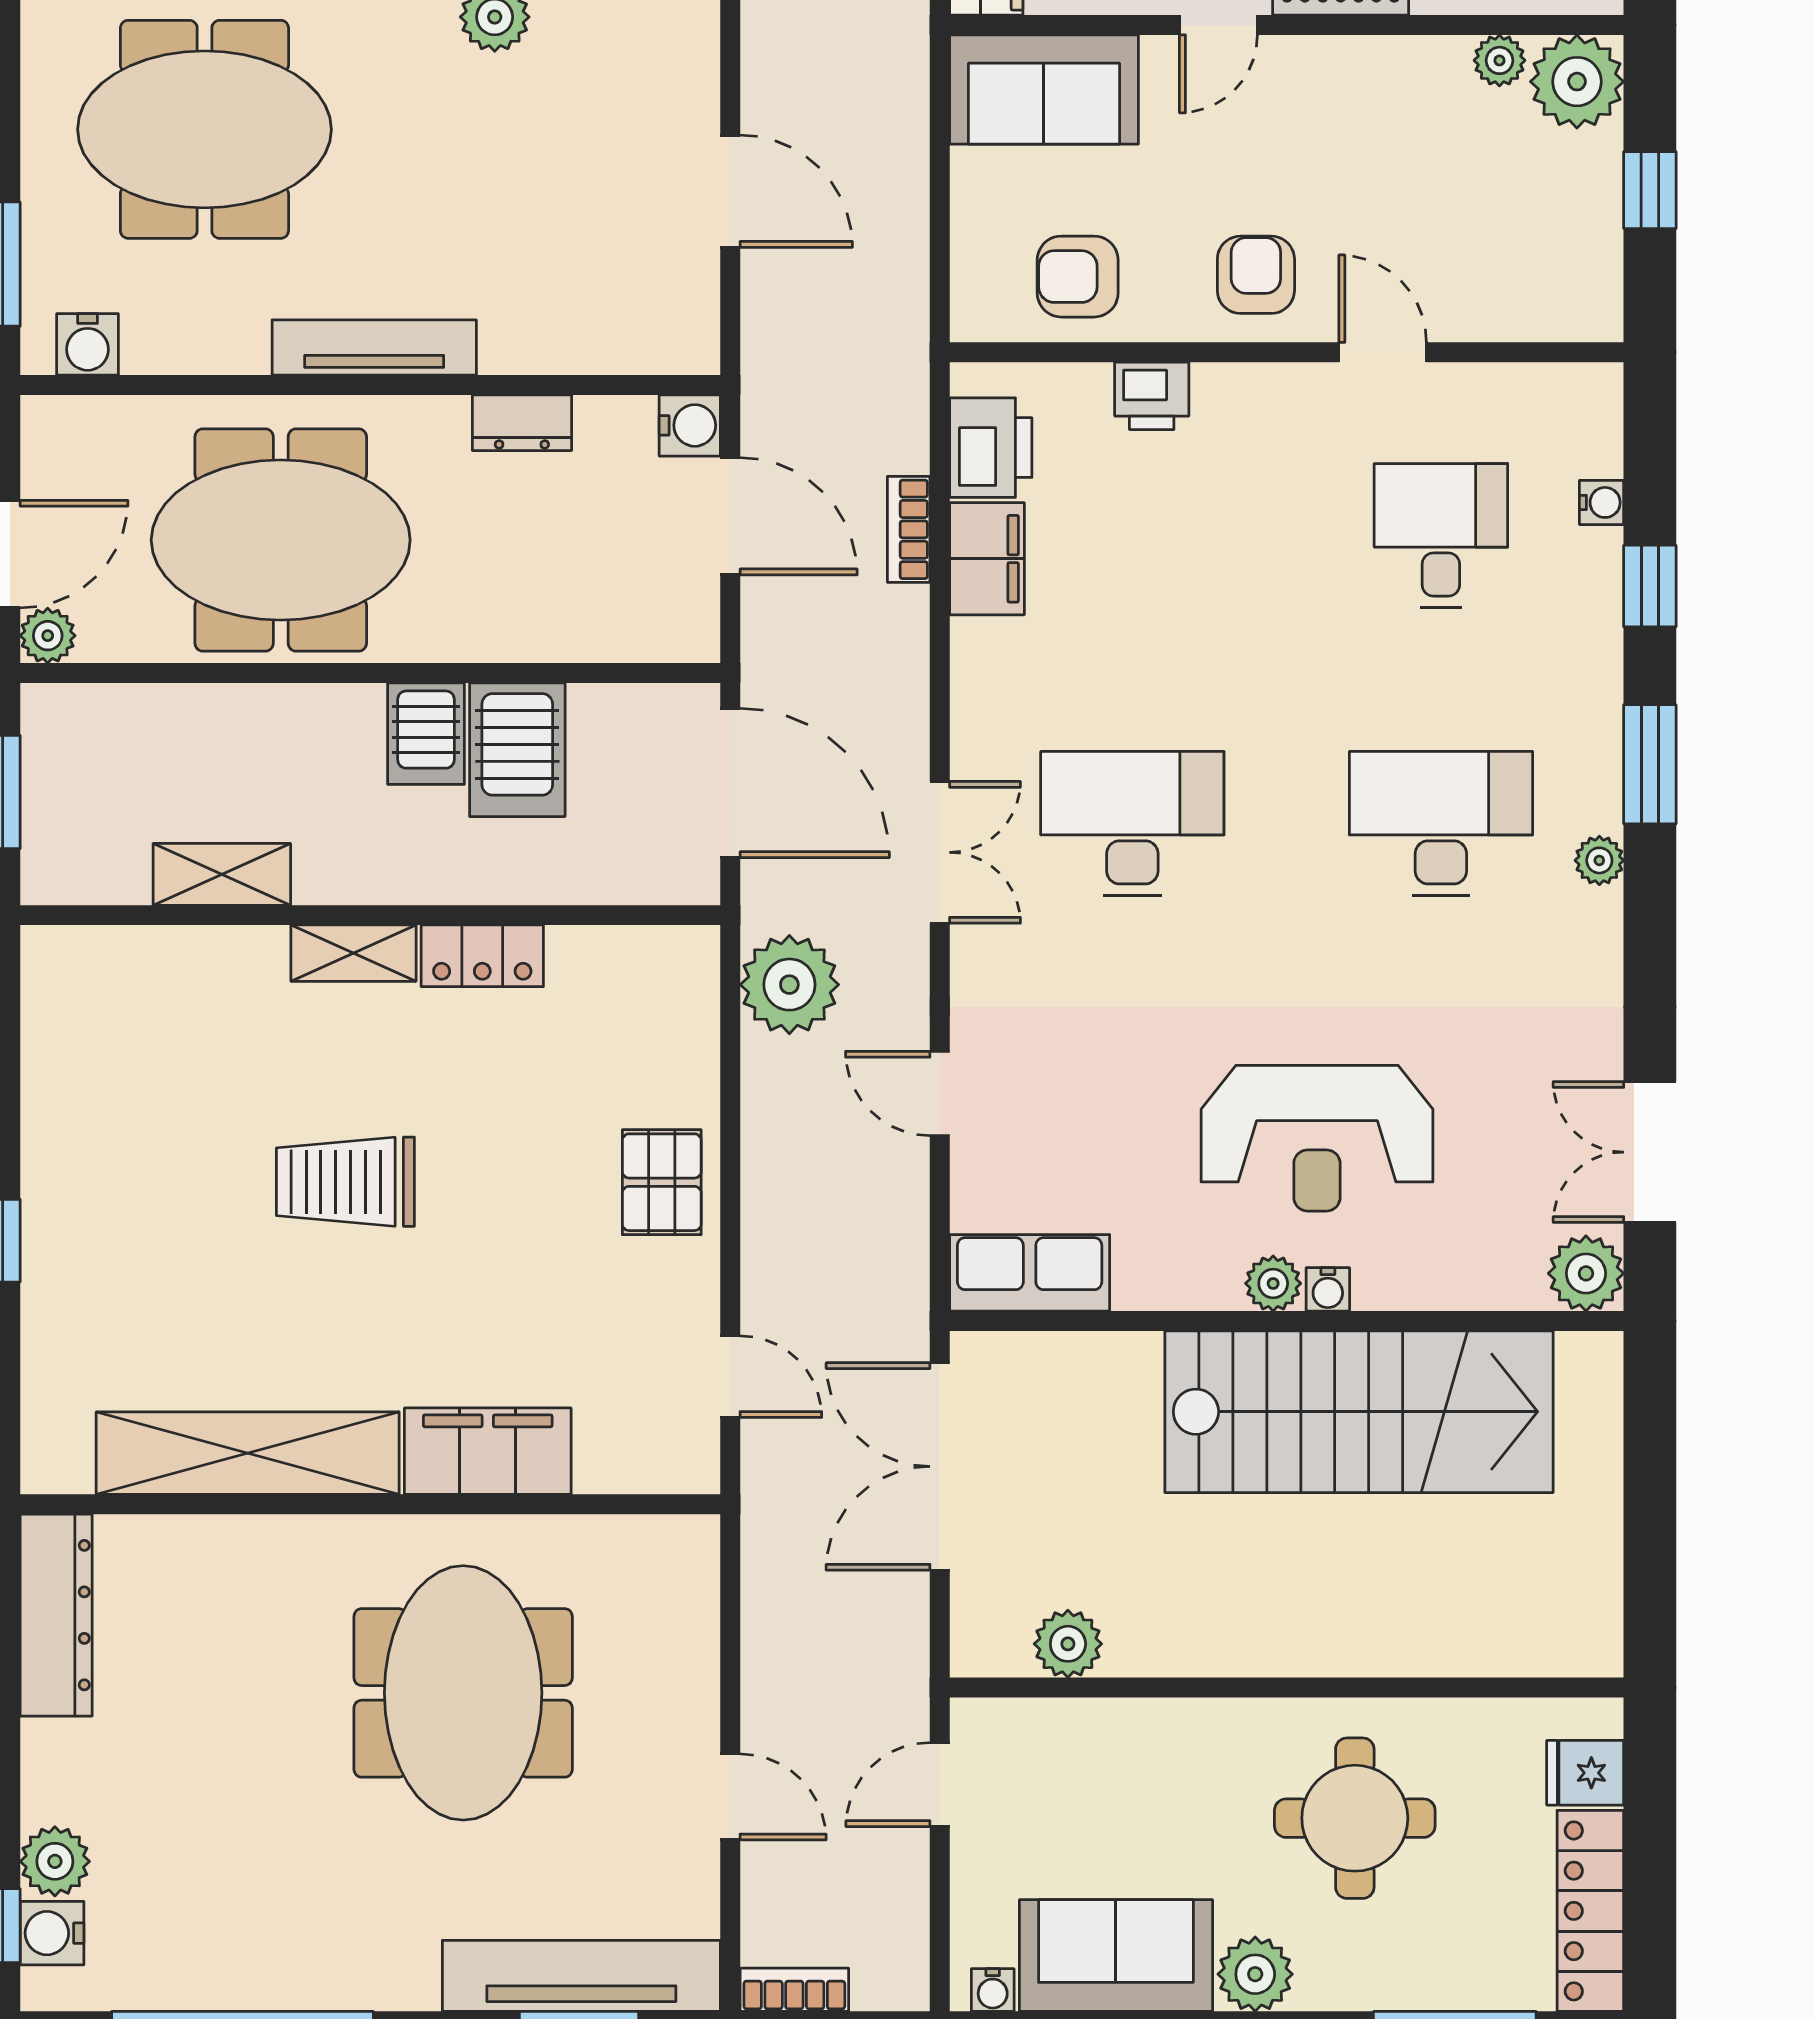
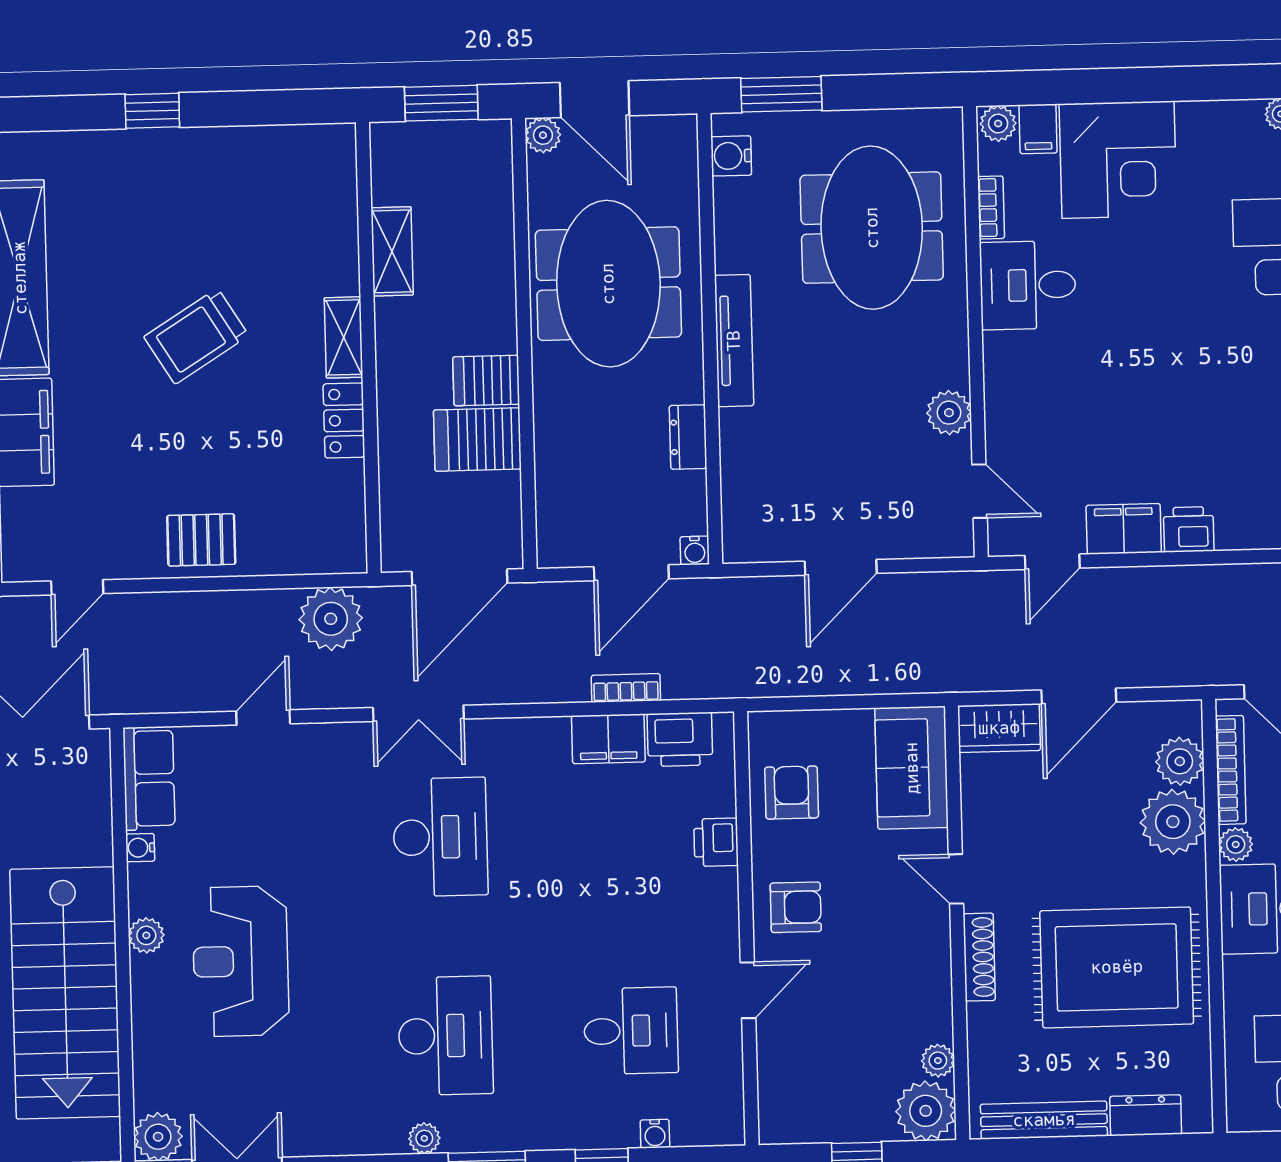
water cooler: (690, 425) -> (695, 551), width x0.72, depth x0.72
trolley: (345, 1182) -> (196, 336), turned -122
water cooler: (1328, 1289) -> (140, 848), moved

